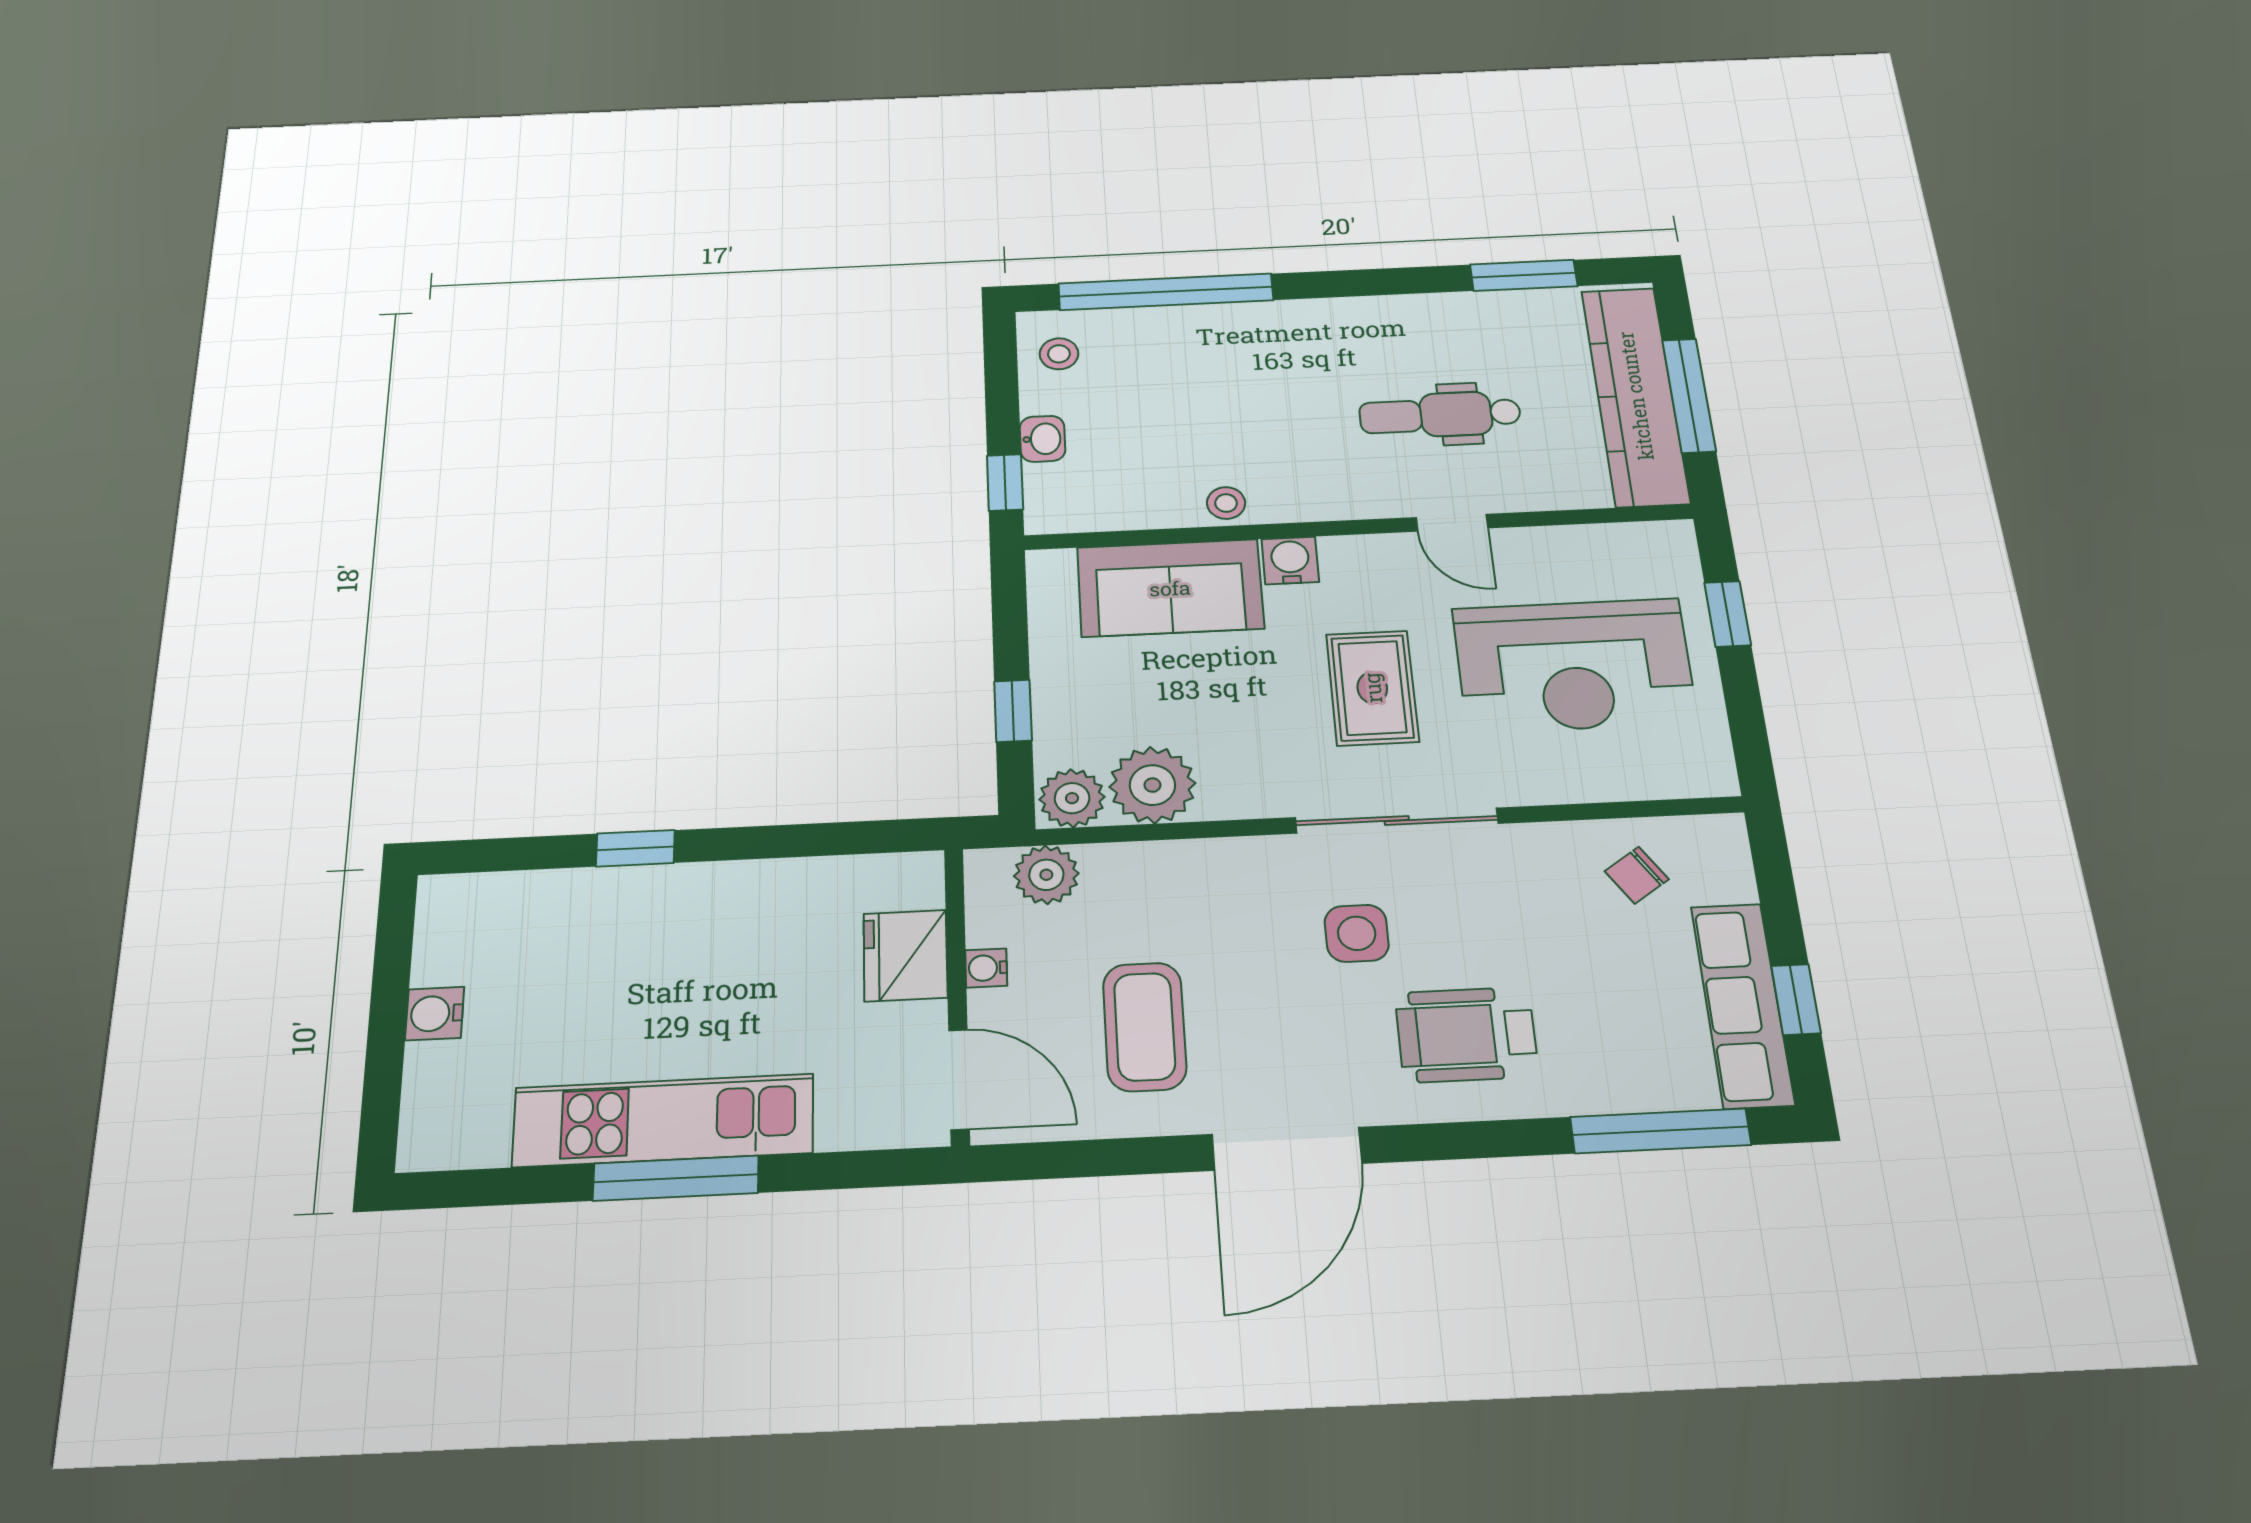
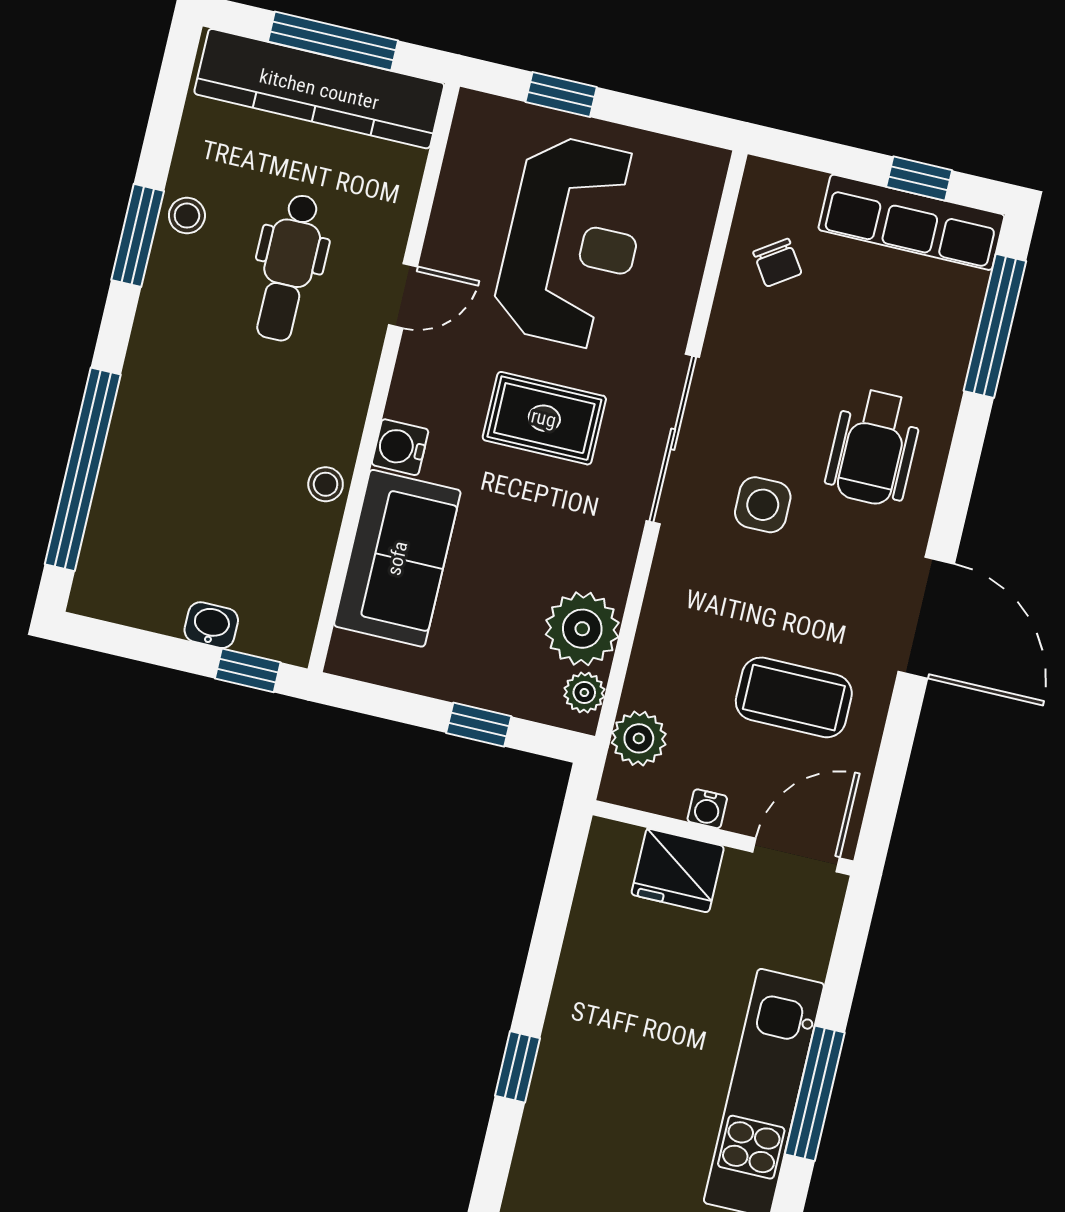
window: (1524, 275) -> (138, 235), moved
stool: (1059, 354) -> (187, 216), moved
plant: (1072, 798) -> (584, 693), width x0.73, depth x0.73

